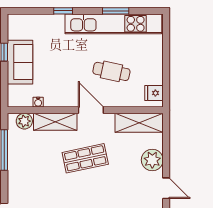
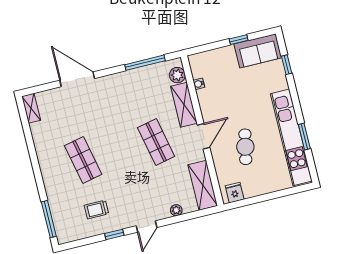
window: (63, 11) -> (287, 65), moved
sofa: (20, 62) -> (258, 51), moved
plant: (152, 160) -> (176, 210), width x0.53, depth x0.53

